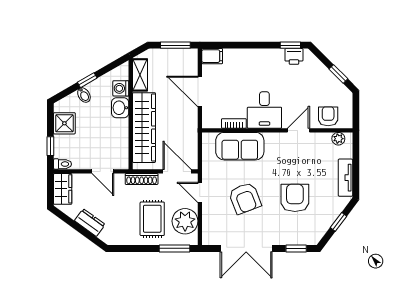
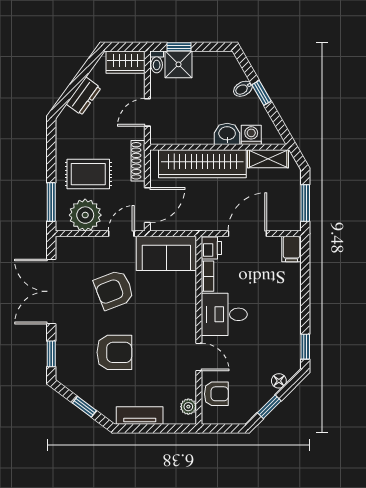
printer: (294, 56) -> (211, 248), moved, turned 180
floor lamp: (318, 66) -> (279, 381), added
shower: (64, 123) -> (178, 64), moved
sofa: (240, 146) -> (166, 253), moved, turned -90

